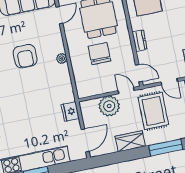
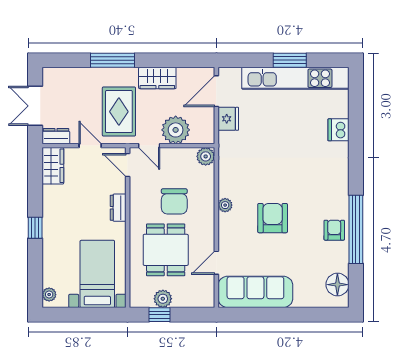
plant: (83, 91) -> (206, 156), added
fridge: (70, 111) -> (228, 119), moved

